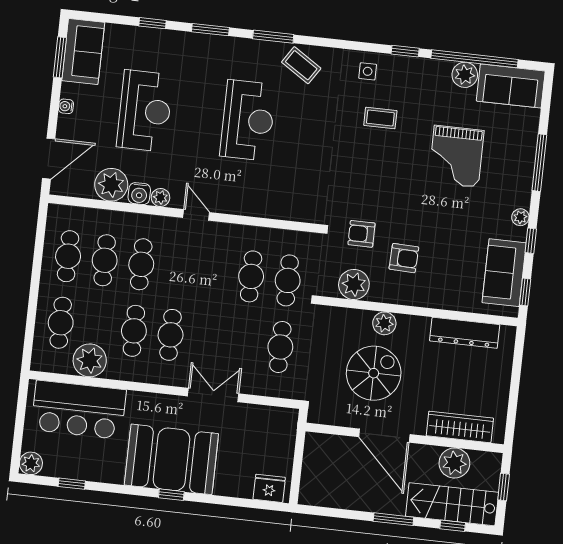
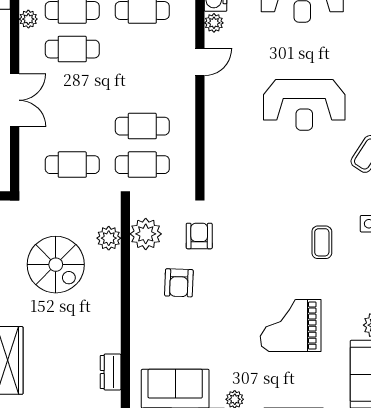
plant: (384, 323) -> (109, 238), moved
dresser: (465, 333) -> (111, 372), width x0.51, depth x0.80
plant: (137, 373) -> (28, 19), added

